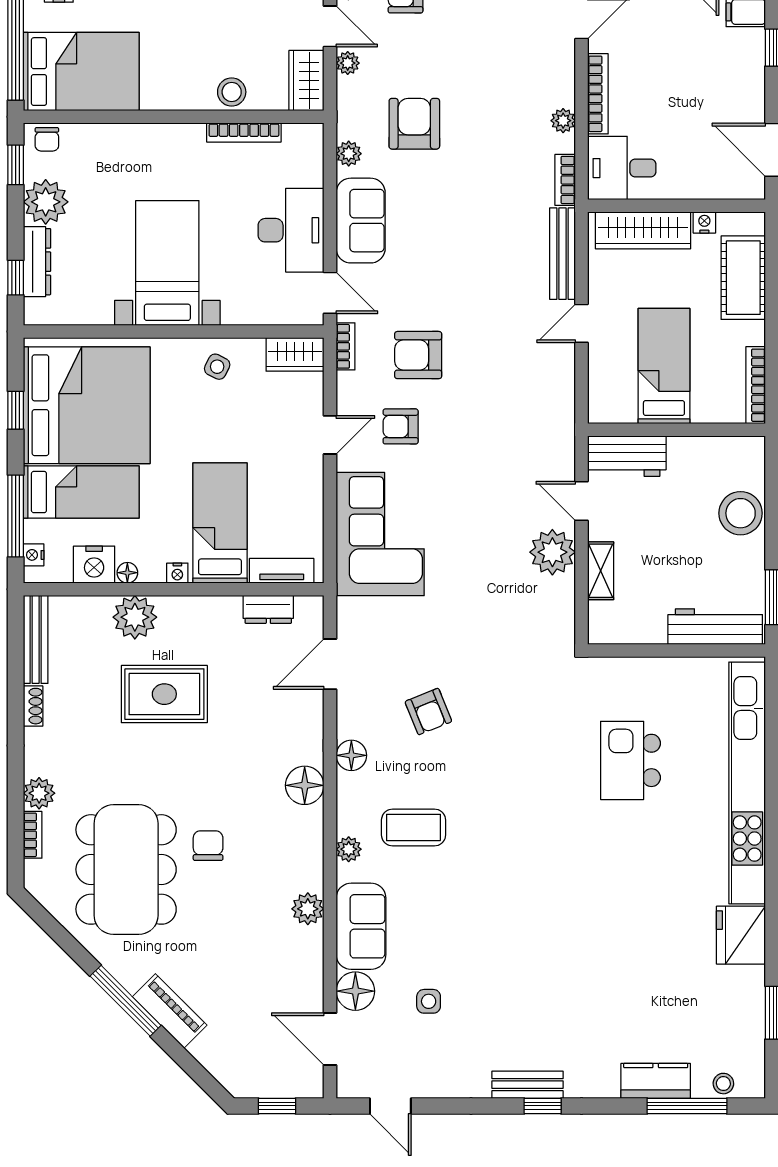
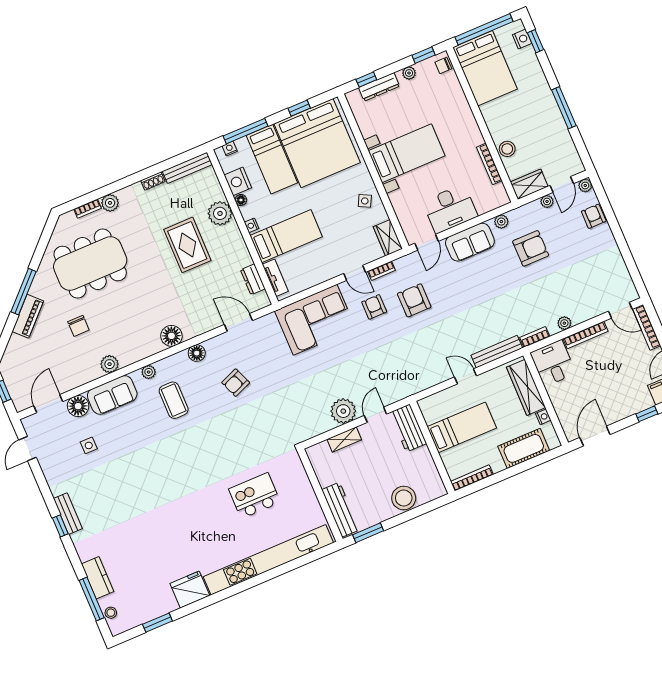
plant: (46, 202) -> (409, 73), width x0.53, depth x0.53
bookcase: (346, 346) -> (381, 271), moved
chair: (208, 846) -> (78, 326), moved, turned 90

